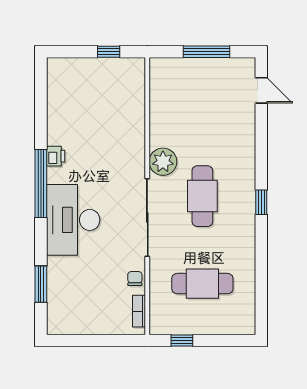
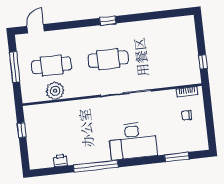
printer: (56, 156) -> (60, 160), moved
plant: (163, 162) -> (55, 91), moved
window: (41, 183) -> (96, 166), moved
chair: (135, 279) -> (186, 115), moved
cafe table: (202, 284) -> (52, 65), moved, turned 90

